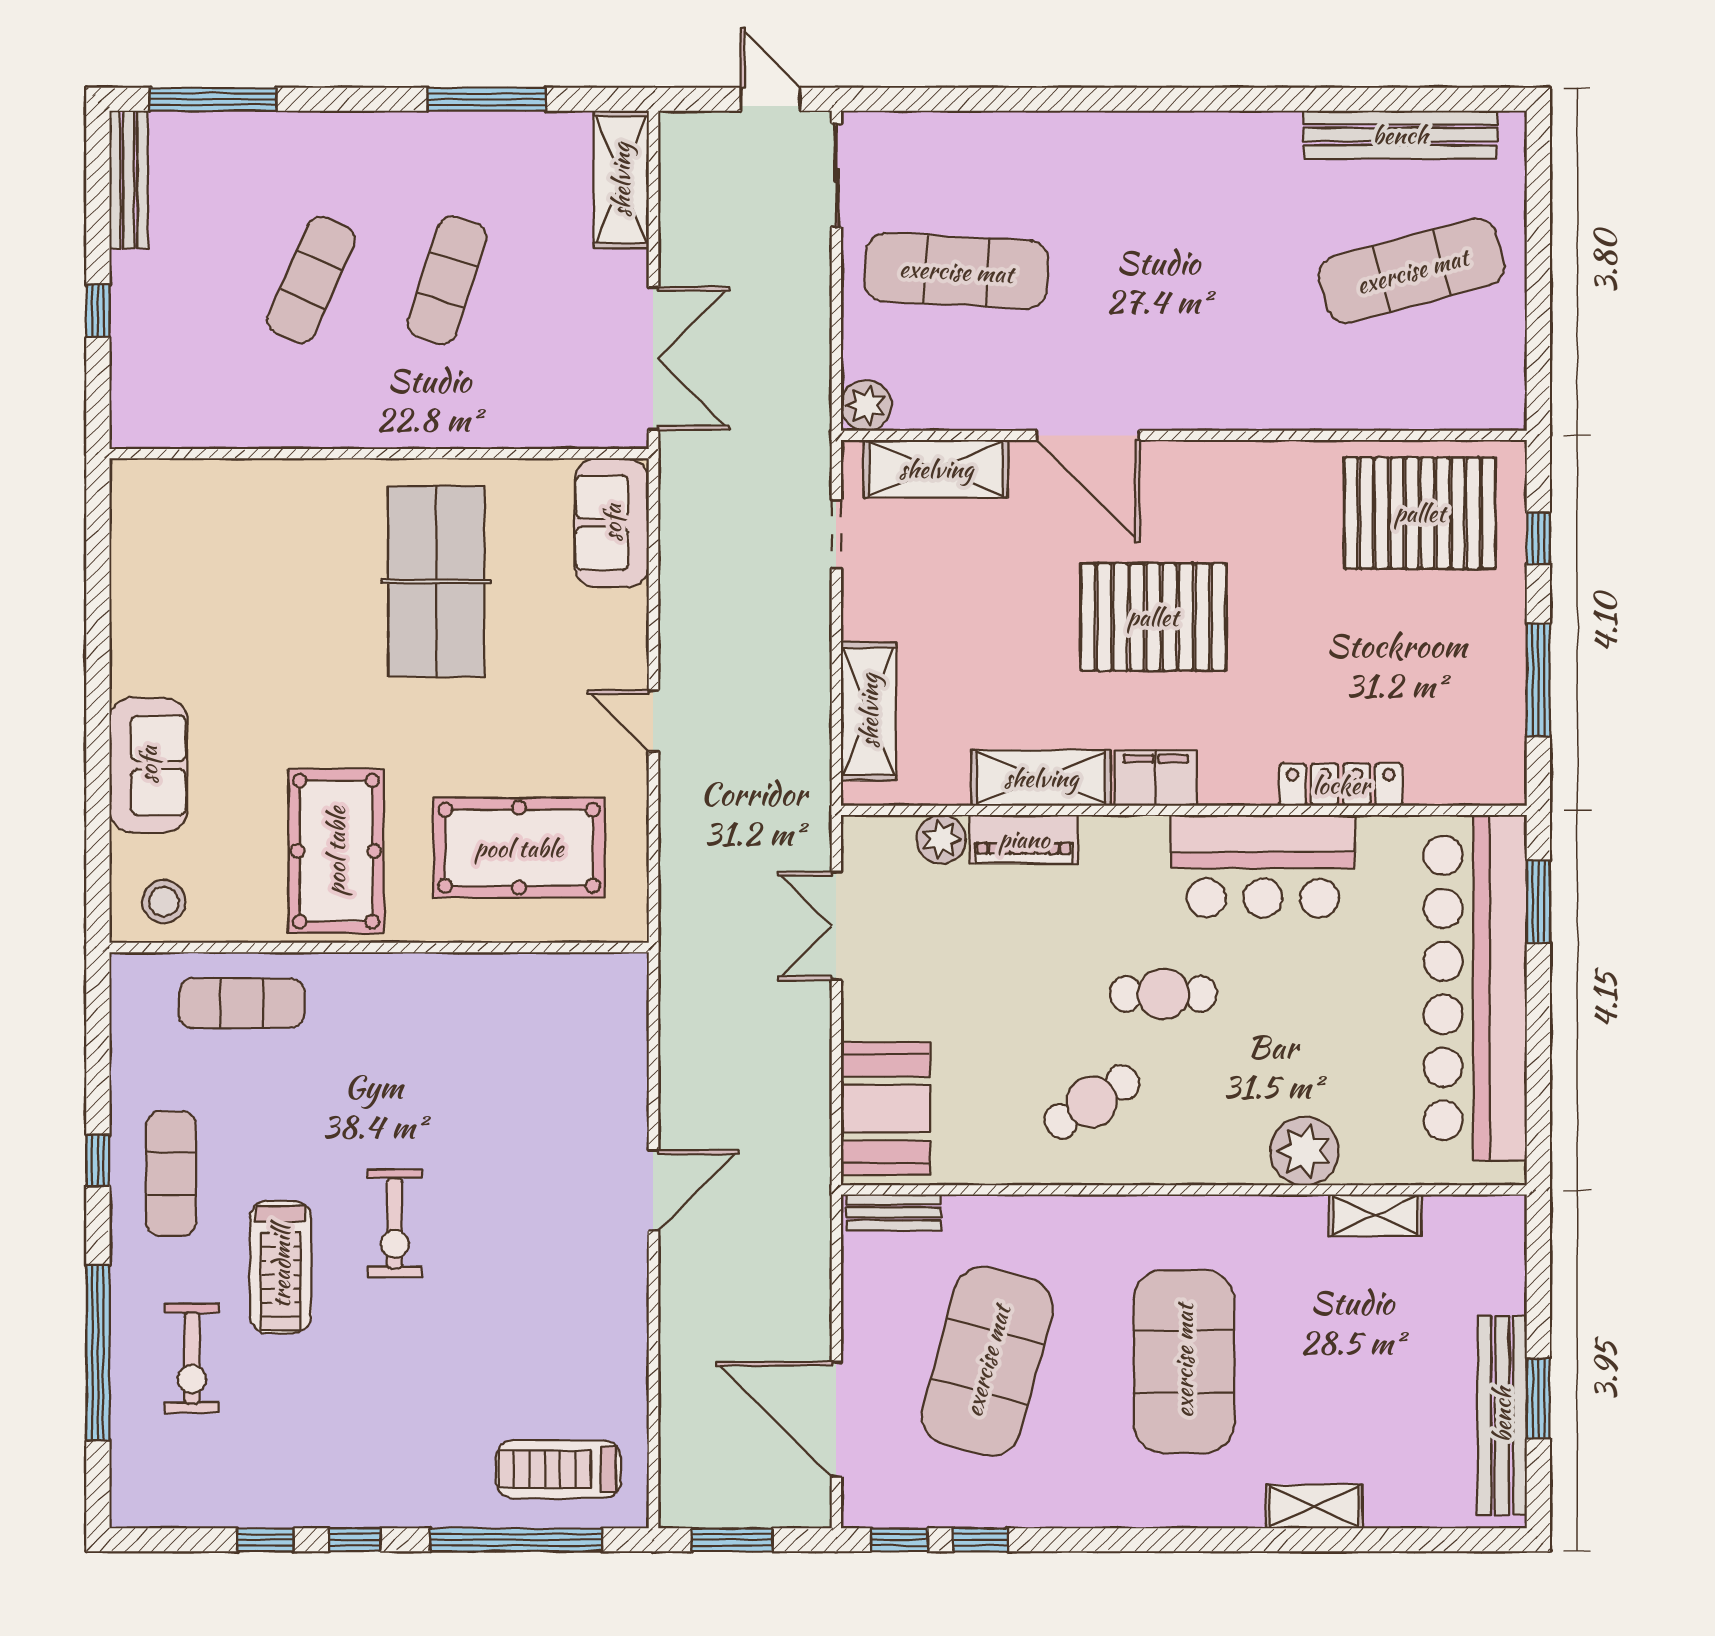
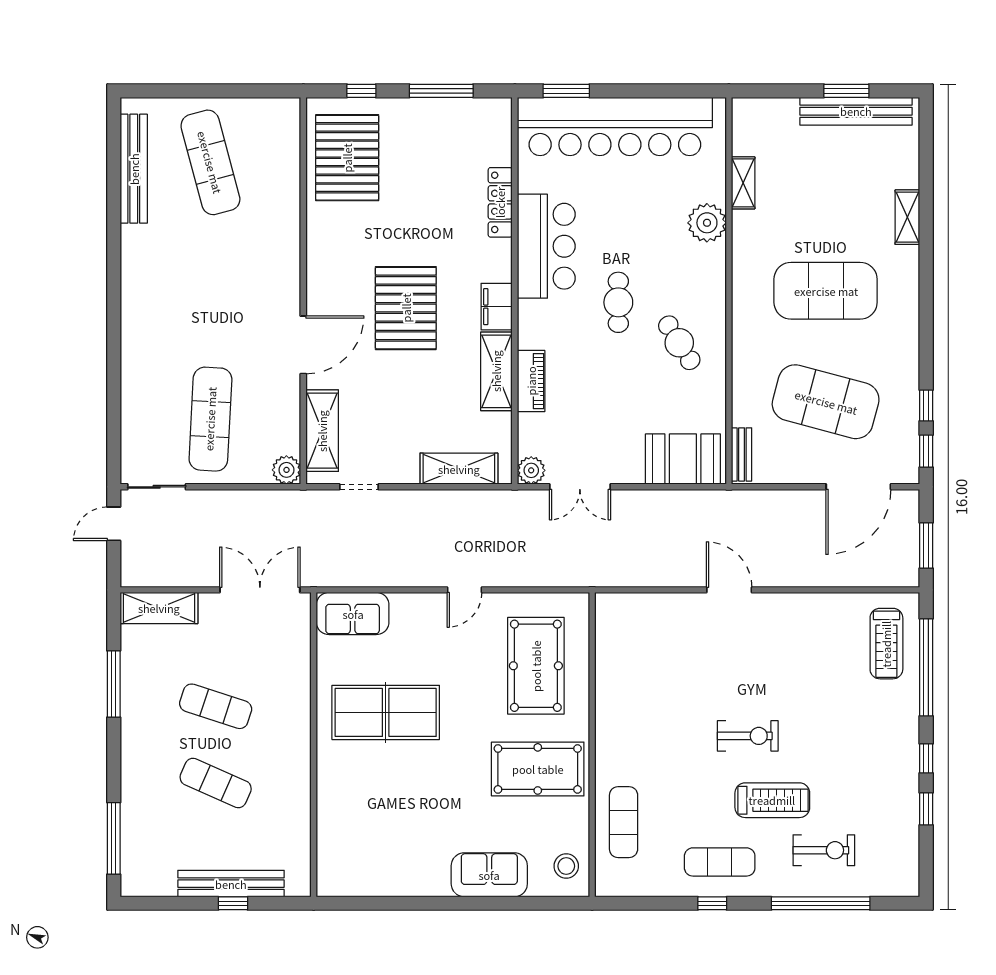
bench: (129, 180) -> (231, 884), moved, width x1.37, depth x1.21
plant: (941, 839) -> (531, 470), moved

